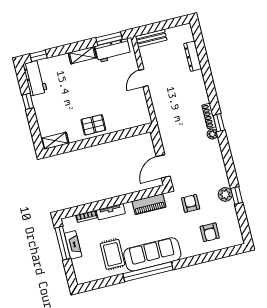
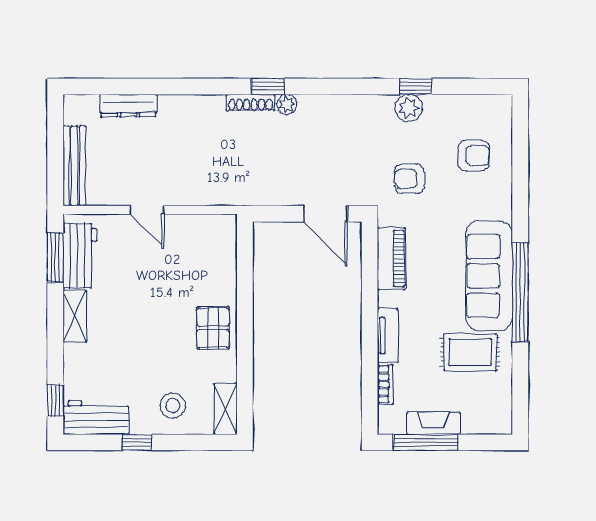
bench: (151, 38) -> (74, 166), width x1.36
stool: (50, 114) -> (173, 406), added

